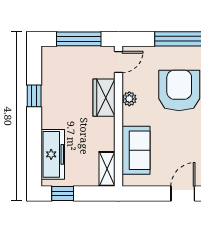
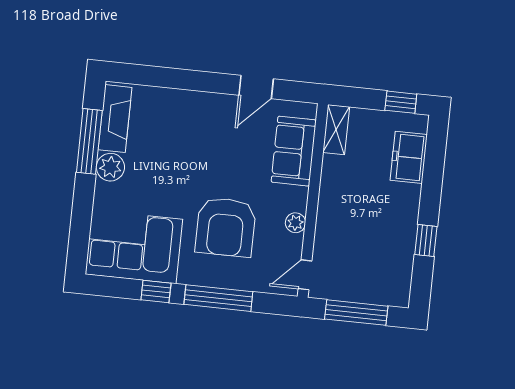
wardrobe: (104, 98) -> (330, 228), removed
freezer: (53, 154) -> (409, 157), width x0.71
door: (183, 193) -> (256, 87), moved

